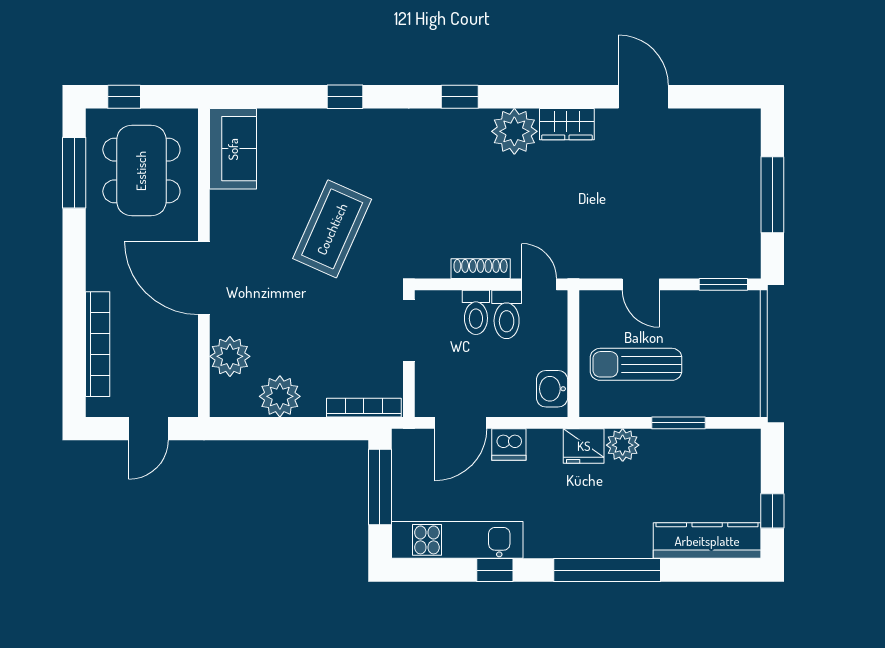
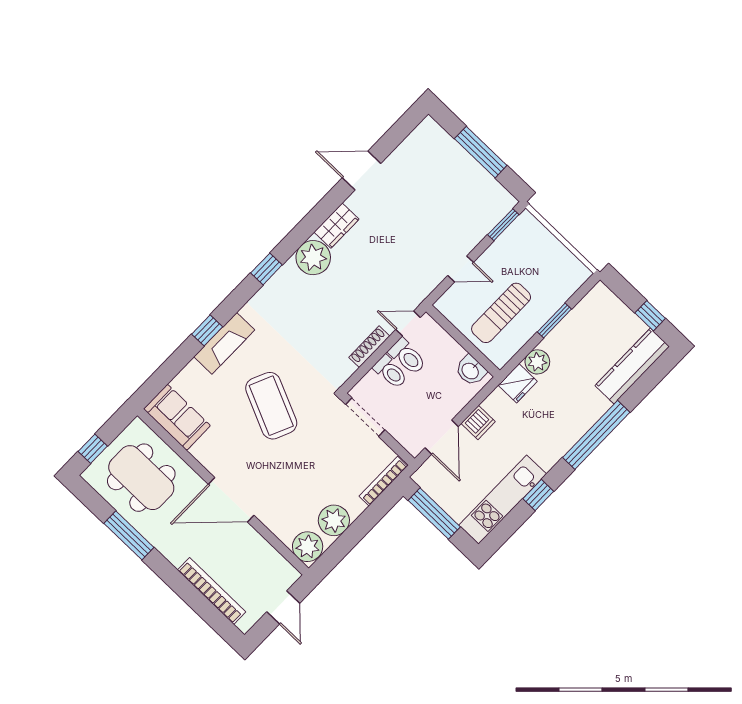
fireplace: (348, 125) -> (224, 343), added
window: (74, 173) -> (129, 535), moved
plant: (230, 356) -> (308, 547), moved

